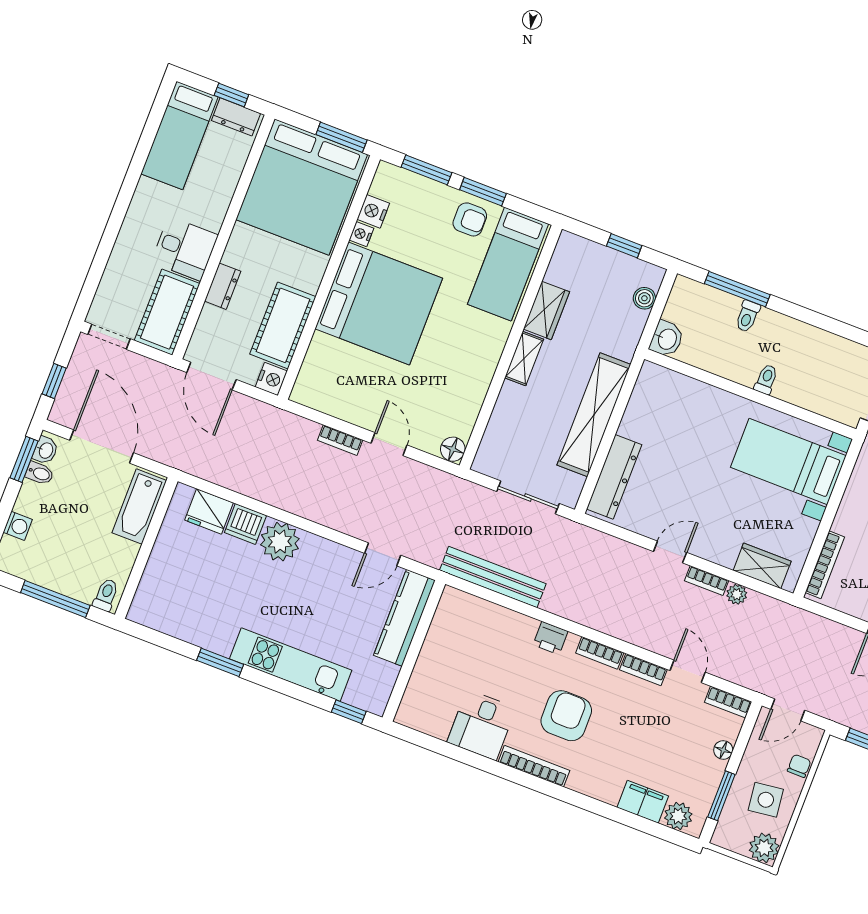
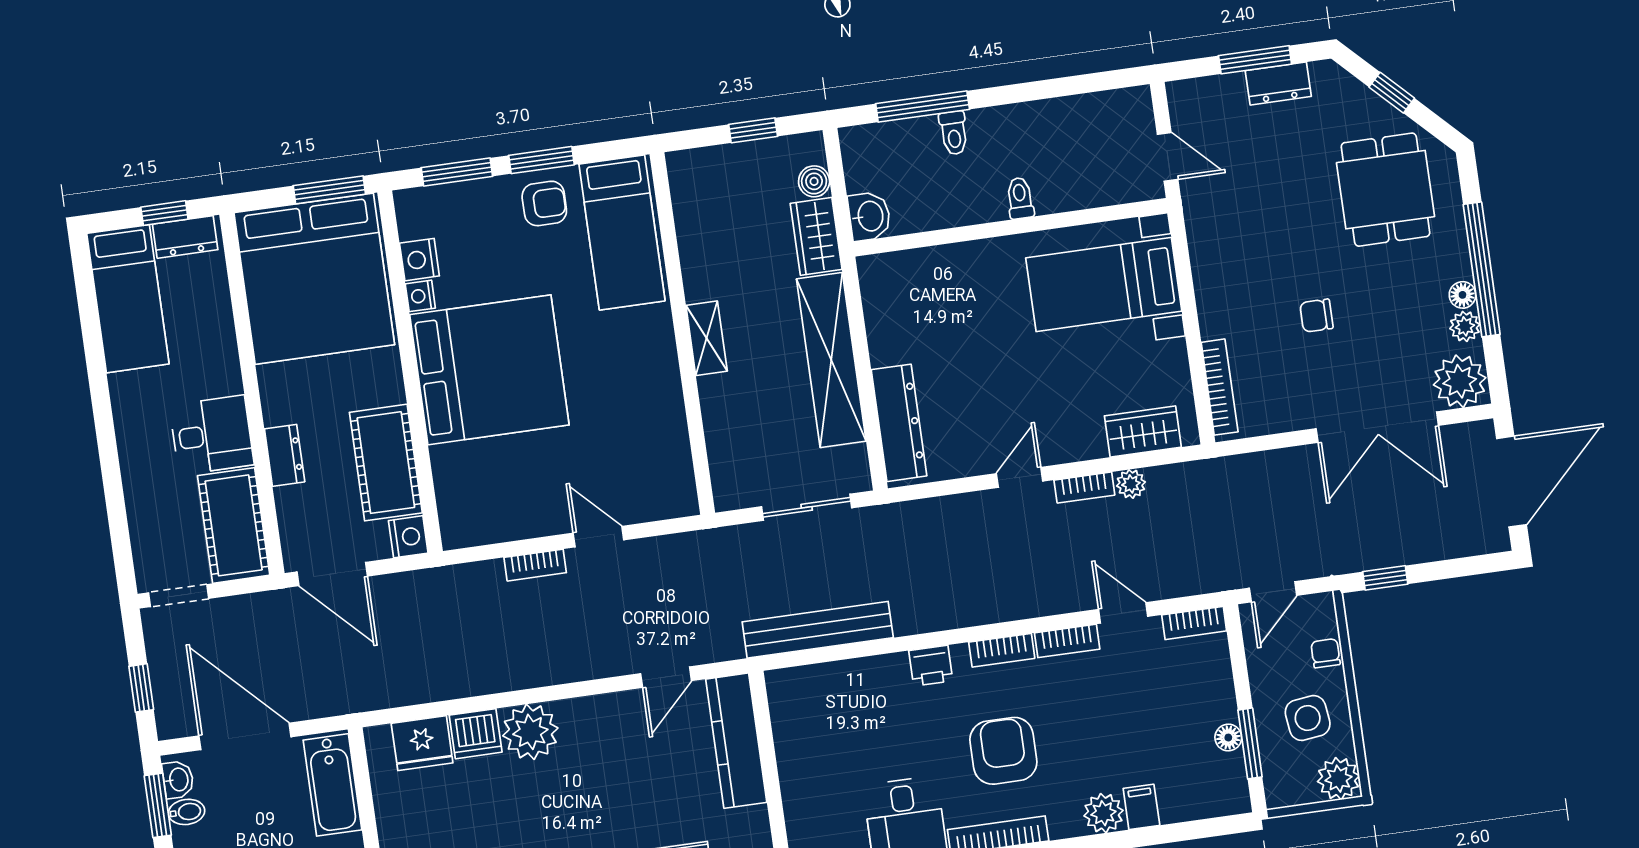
wardrobe: (546, 310) -> (816, 236), moved, turned 180
floor lamp: (453, 449) -> (681, 499), removed
floor lamp: (723, 750) -> (1228, 738), moved
filing cabinet: (643, 802) -> (1141, 807), width x0.50
plant: (678, 816) -> (1103, 813), moved

